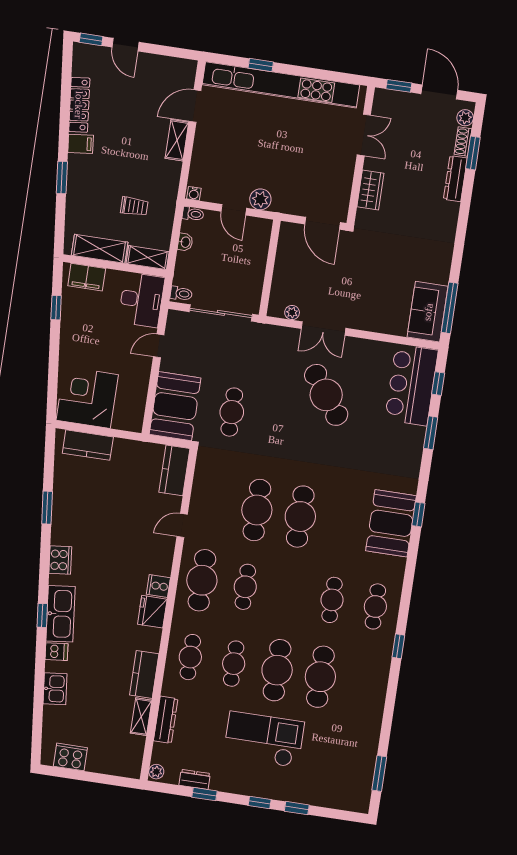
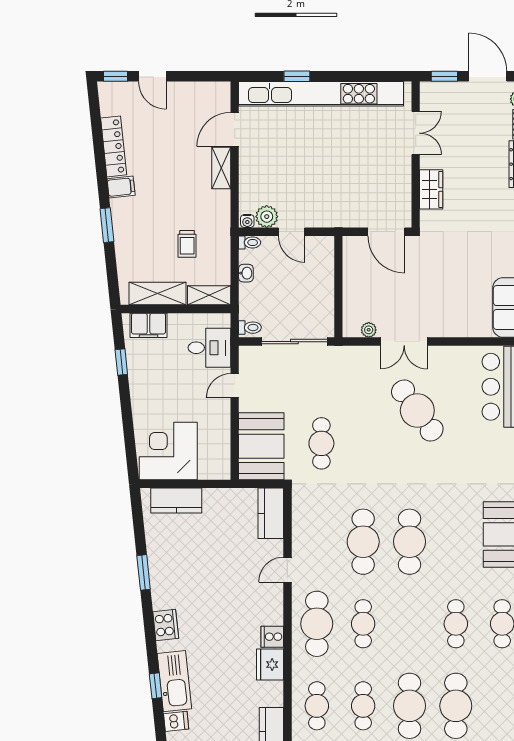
plant: (260, 199) -> (267, 217), moved
trolley: (134, 206) -> (187, 244), turned 90
desk: (141, 300) -> (209, 348), width x0.73

